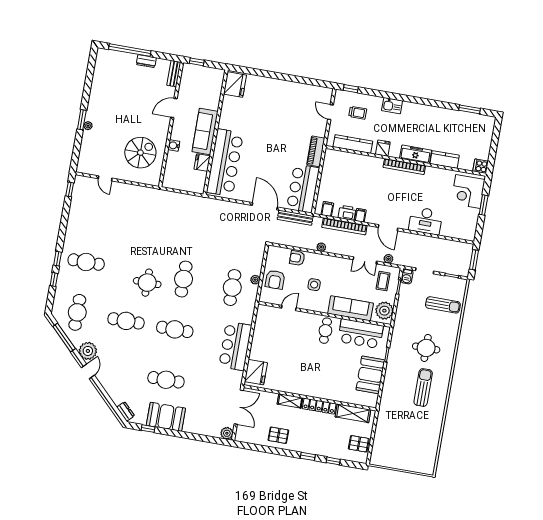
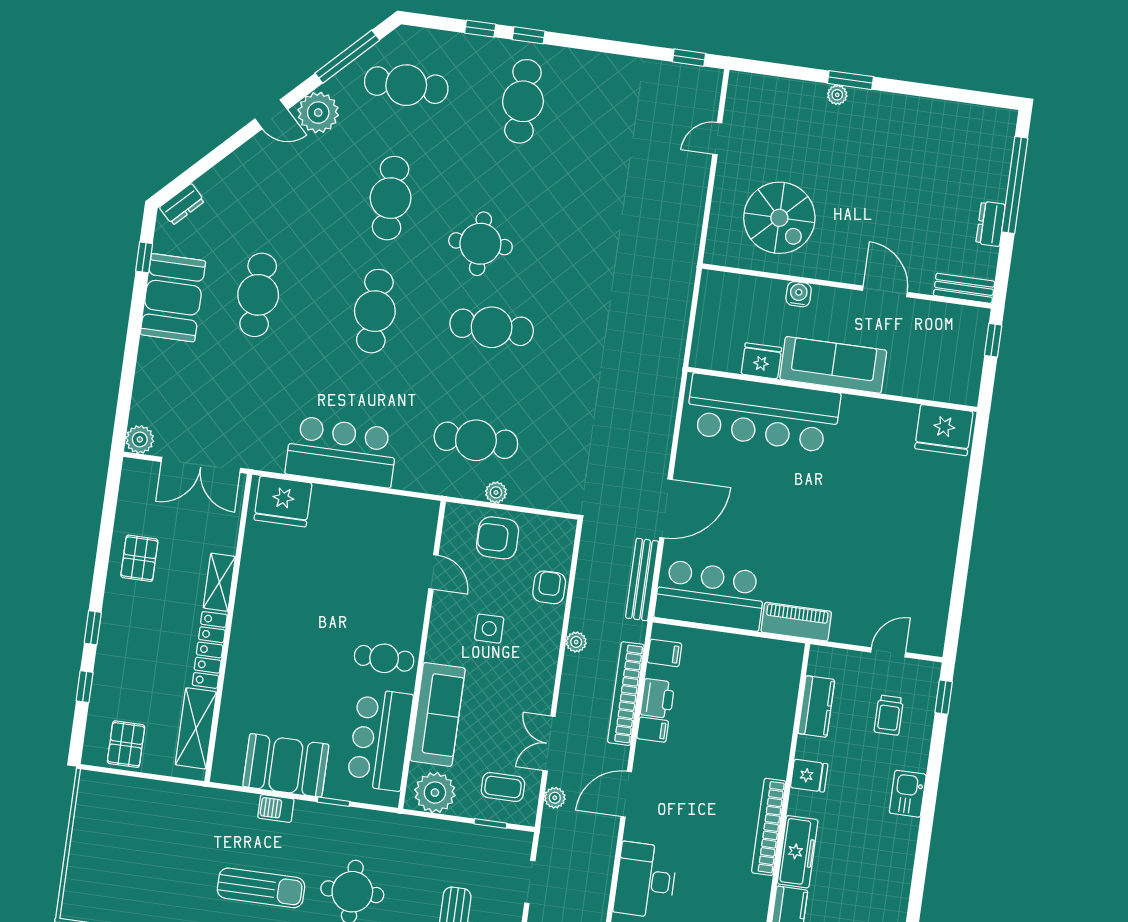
kitchen counter: (353, 144) -> (816, 706), width x0.67
barbecue: (407, 276) -> (276, 808), moved

